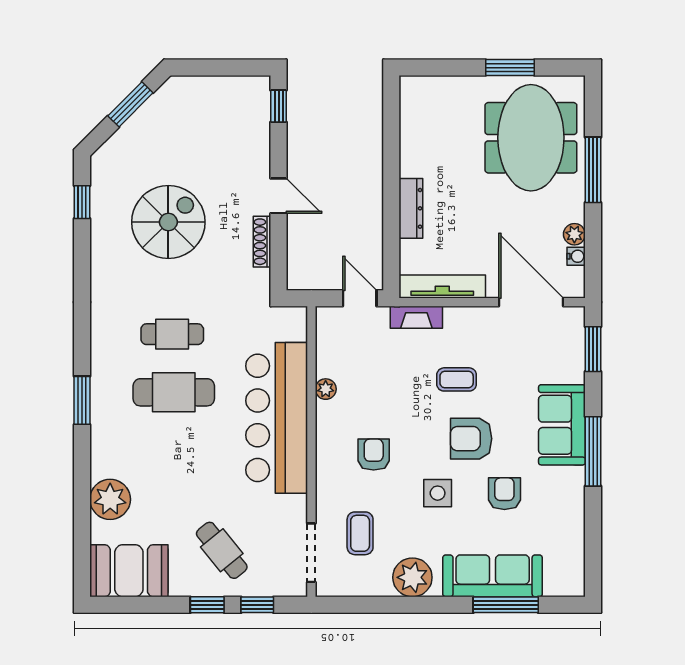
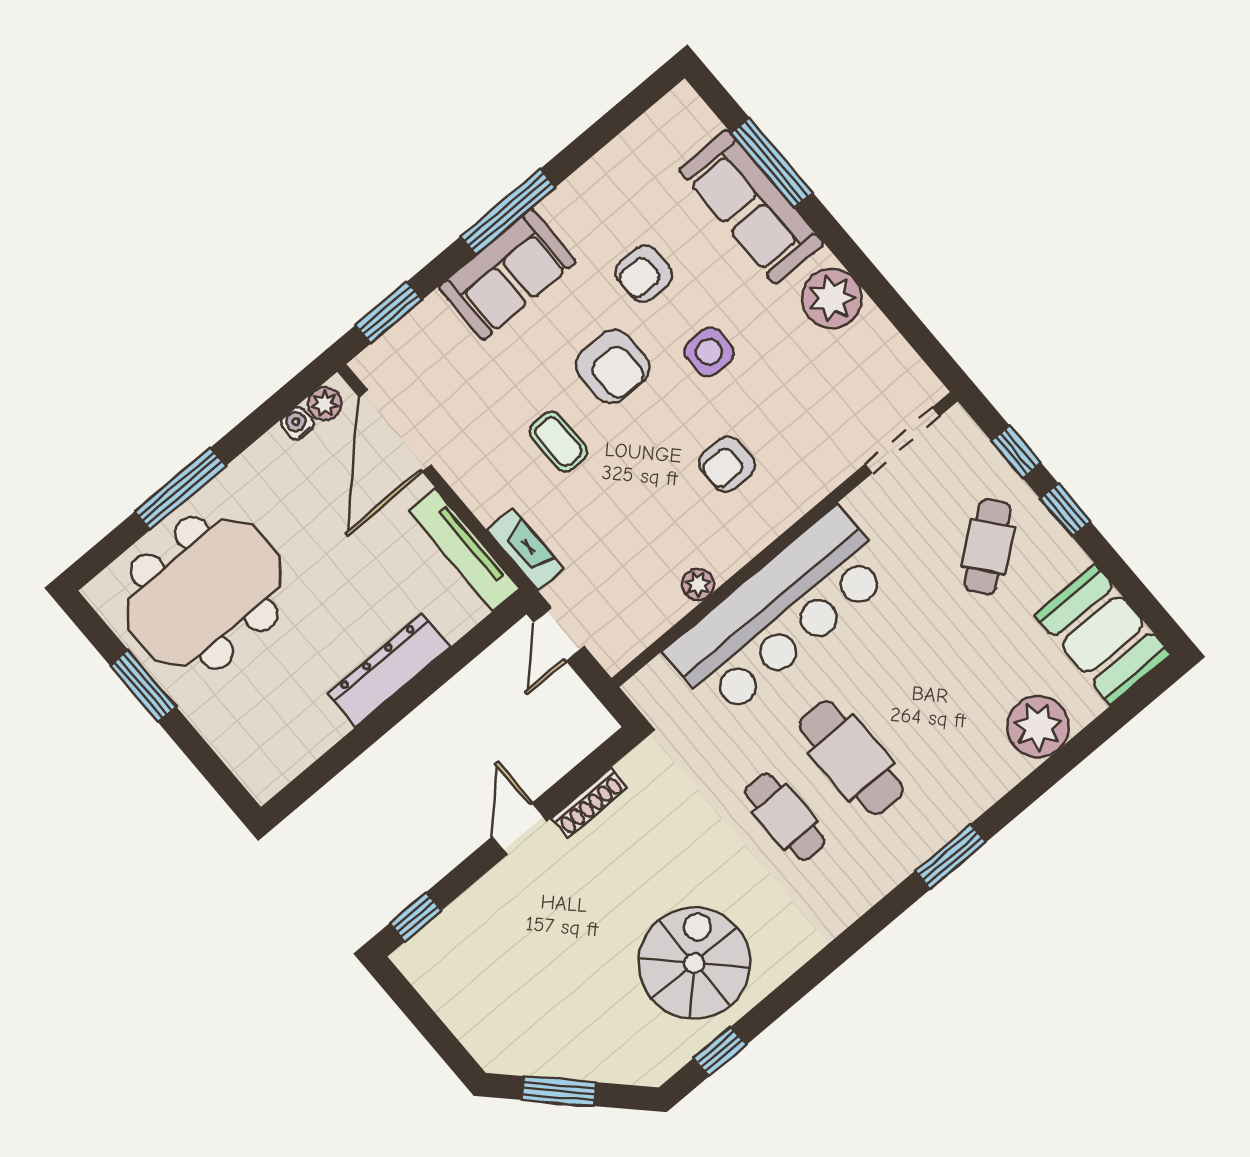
dresser: (411, 208) -> (389, 670), width x1.37, depth x1.24
spiral stairs: (168, 222) -> (694, 963), moved, turned 90
plant: (574, 234) -> (325, 404), moved
coffee table: (360, 533) -> (832, 403), removed

